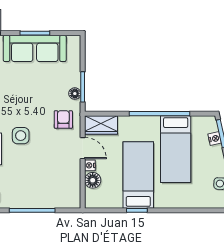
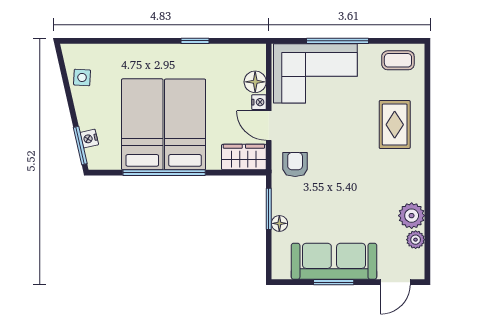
floor lamp: (75, 94) -> (279, 223), moved
armchair: (63, 119) -> (295, 165), turned 180
side table: (21, 136) -> (353, 143), removed
bed: (138, 175) -> (185, 124), moved, turned 180
corner sofa: (48, 187) -> (315, 73), added

